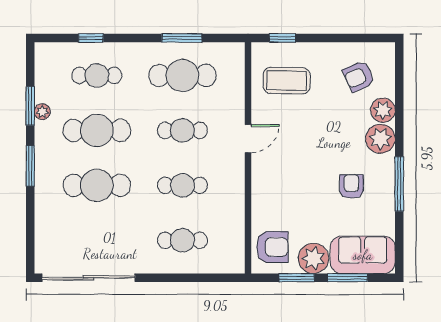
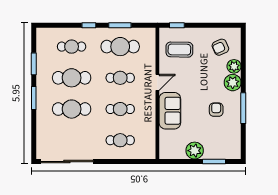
window: (91, 38) -> (89, 25), moved
plant: (42, 112) -> (41, 67), removed
armchair: (272, 247) -> (171, 144), removed
sofa: (363, 255) -> (170, 111), moved, turned 90
window: (297, 278) -> (185, 162), removed

